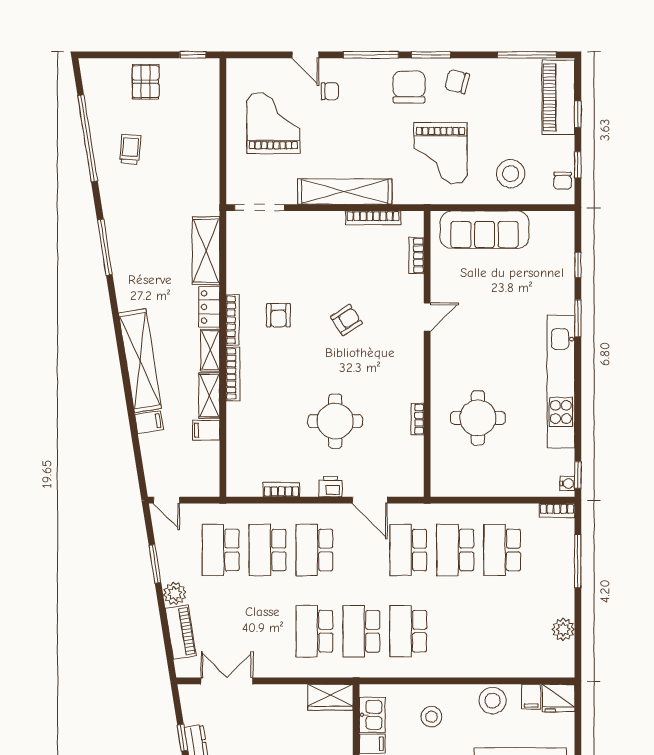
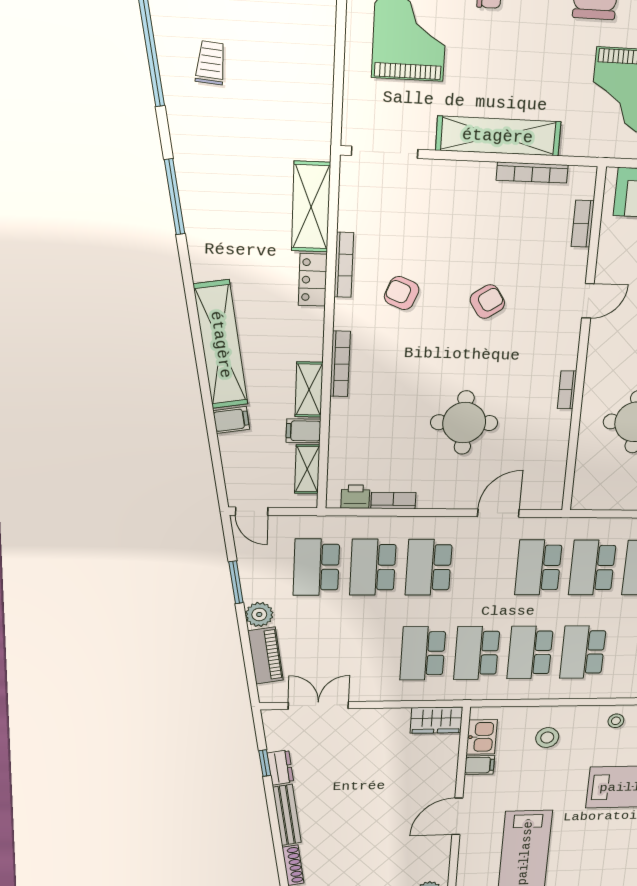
armchair: (278, 315) -> (402, 293), turned 112
bookcase: (233, 320) -> (344, 265), moved
shelving: (210, 350) -> (307, 469), moved
bookcase: (418, 419) -> (567, 390), moved
printer: (331, 487) -> (355, 497), moved
door: (370, 500) -> (498, 513), swing flipped
school desk: (455, 631) -> (583, 652), added
stool: (493, 701) -> (616, 721), width x0.53, depth x0.53

